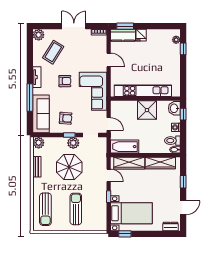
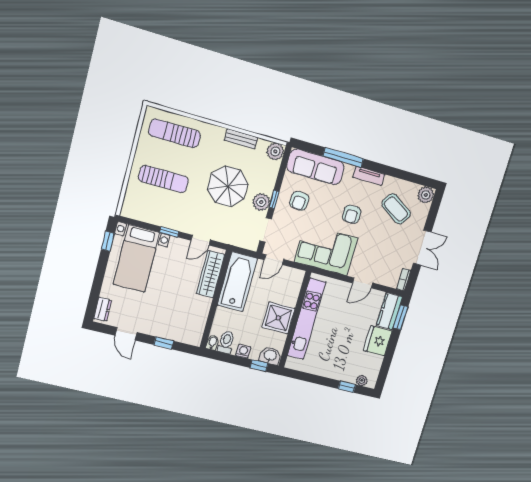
fridge: (141, 35) -> (378, 341), width x1.88, depth x1.34
bathtub: (125, 147) -> (237, 282), width x1.36, depth x1.36
wardrobe: (160, 163) -> (199, 318), removed

